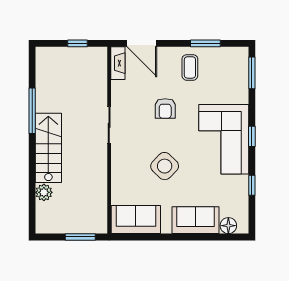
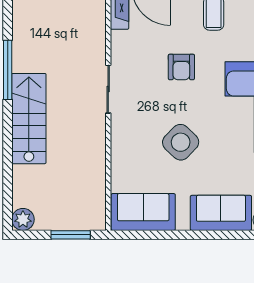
plant: (44, 192) -> (23, 219), moved

